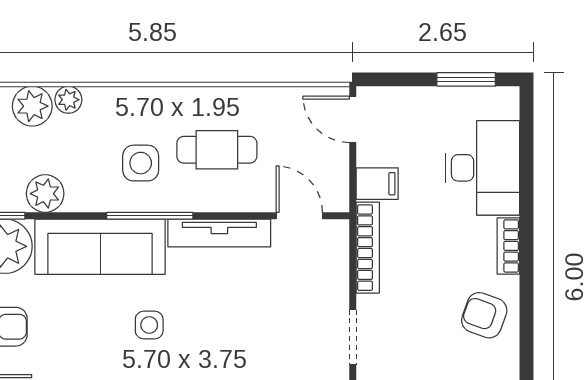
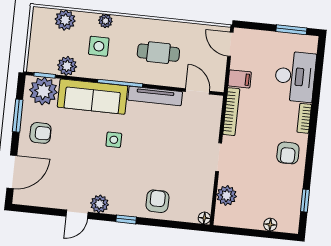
plant: (68, 100) -> (105, 21), moved
side table: (141, 163) -> (99, 46), moved
armchair: (484, 315) -> (288, 153), turned -110

